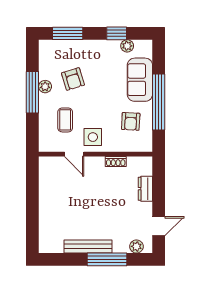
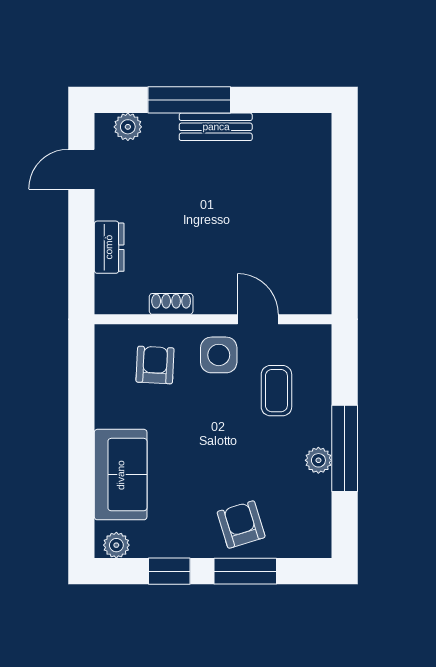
window: (68, 33) -> (245, 571), moved
plant: (127, 46) -> (116, 545), moved
armchair: (73, 79) -> (241, 525), moved
window: (159, 102) -> (81, 428), removed
armchair: (131, 121) -> (155, 365), moved
bench: (88, 246) -> (216, 127), width x0.73

